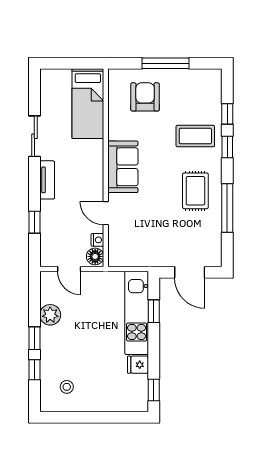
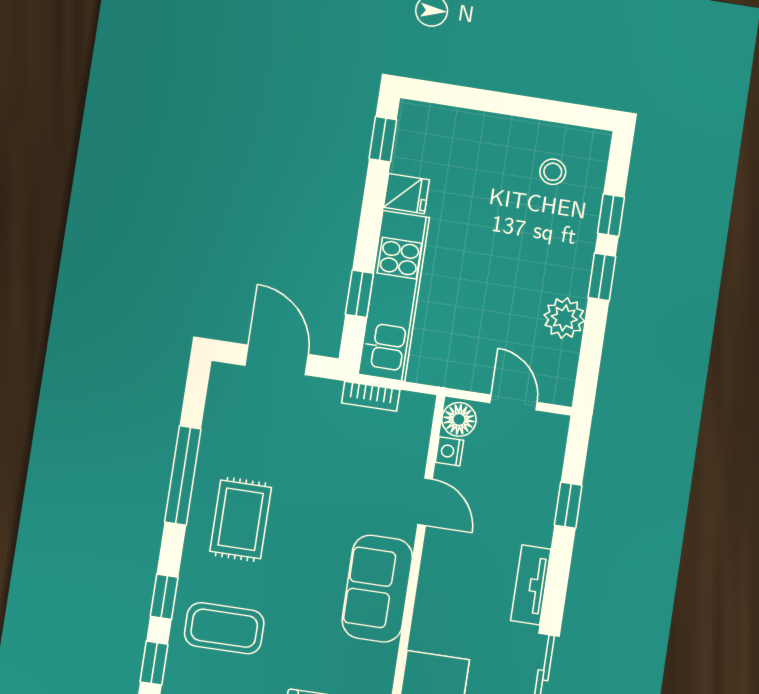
bookcase: (141, 261) -> (371, 396), added

